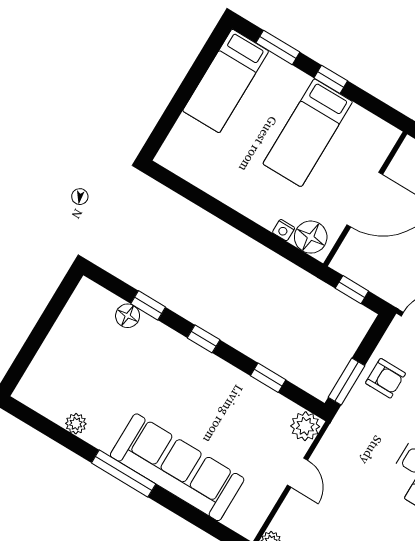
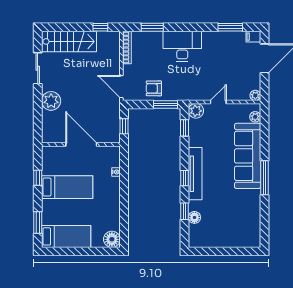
window: (331, 79) -> (38, 178), moved
floor lamp: (311, 237) -> (112, 239), moved
tv unit: (200, 361) -> (195, 174), added
window: (268, 378) -> (185, 128), moved
armchair: (386, 378) -> (154, 88), turned -90
plant: (76, 424) -> (255, 117), moved

